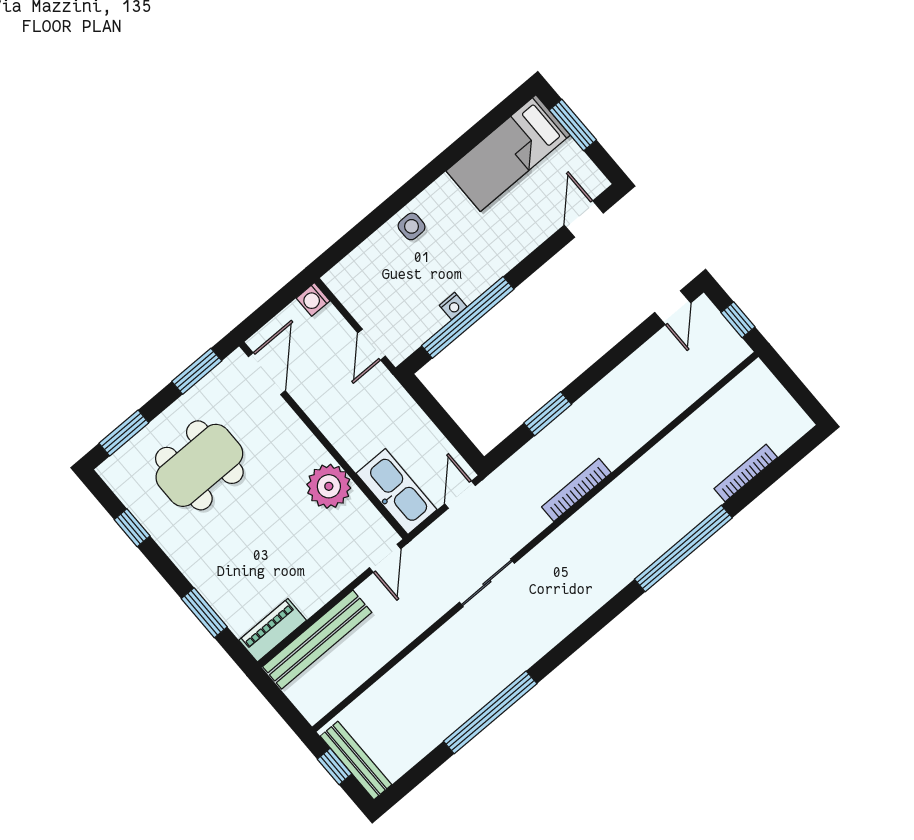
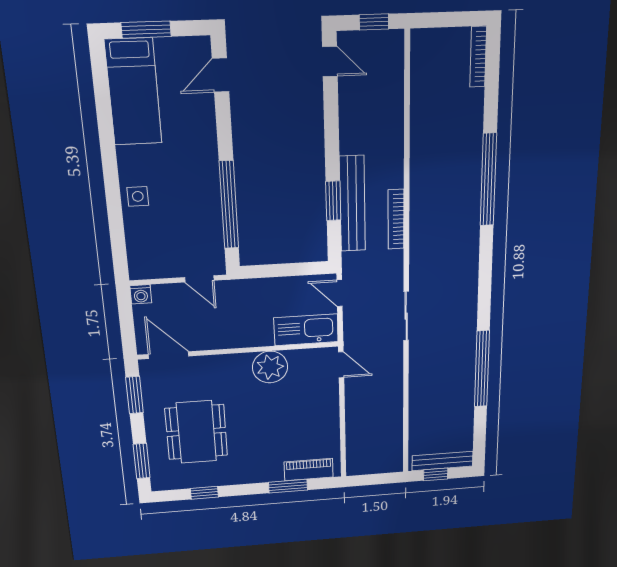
door: (584, 219) -> (221, 75), hinge flipped
nightstand: (453, 306) -> (214, 209), removed
bookcase: (746, 473) -> (478, 57), moved
piano: (273, 630) -> (309, 470), moved, turned 90
bench: (317, 640) -> (352, 204), moved

